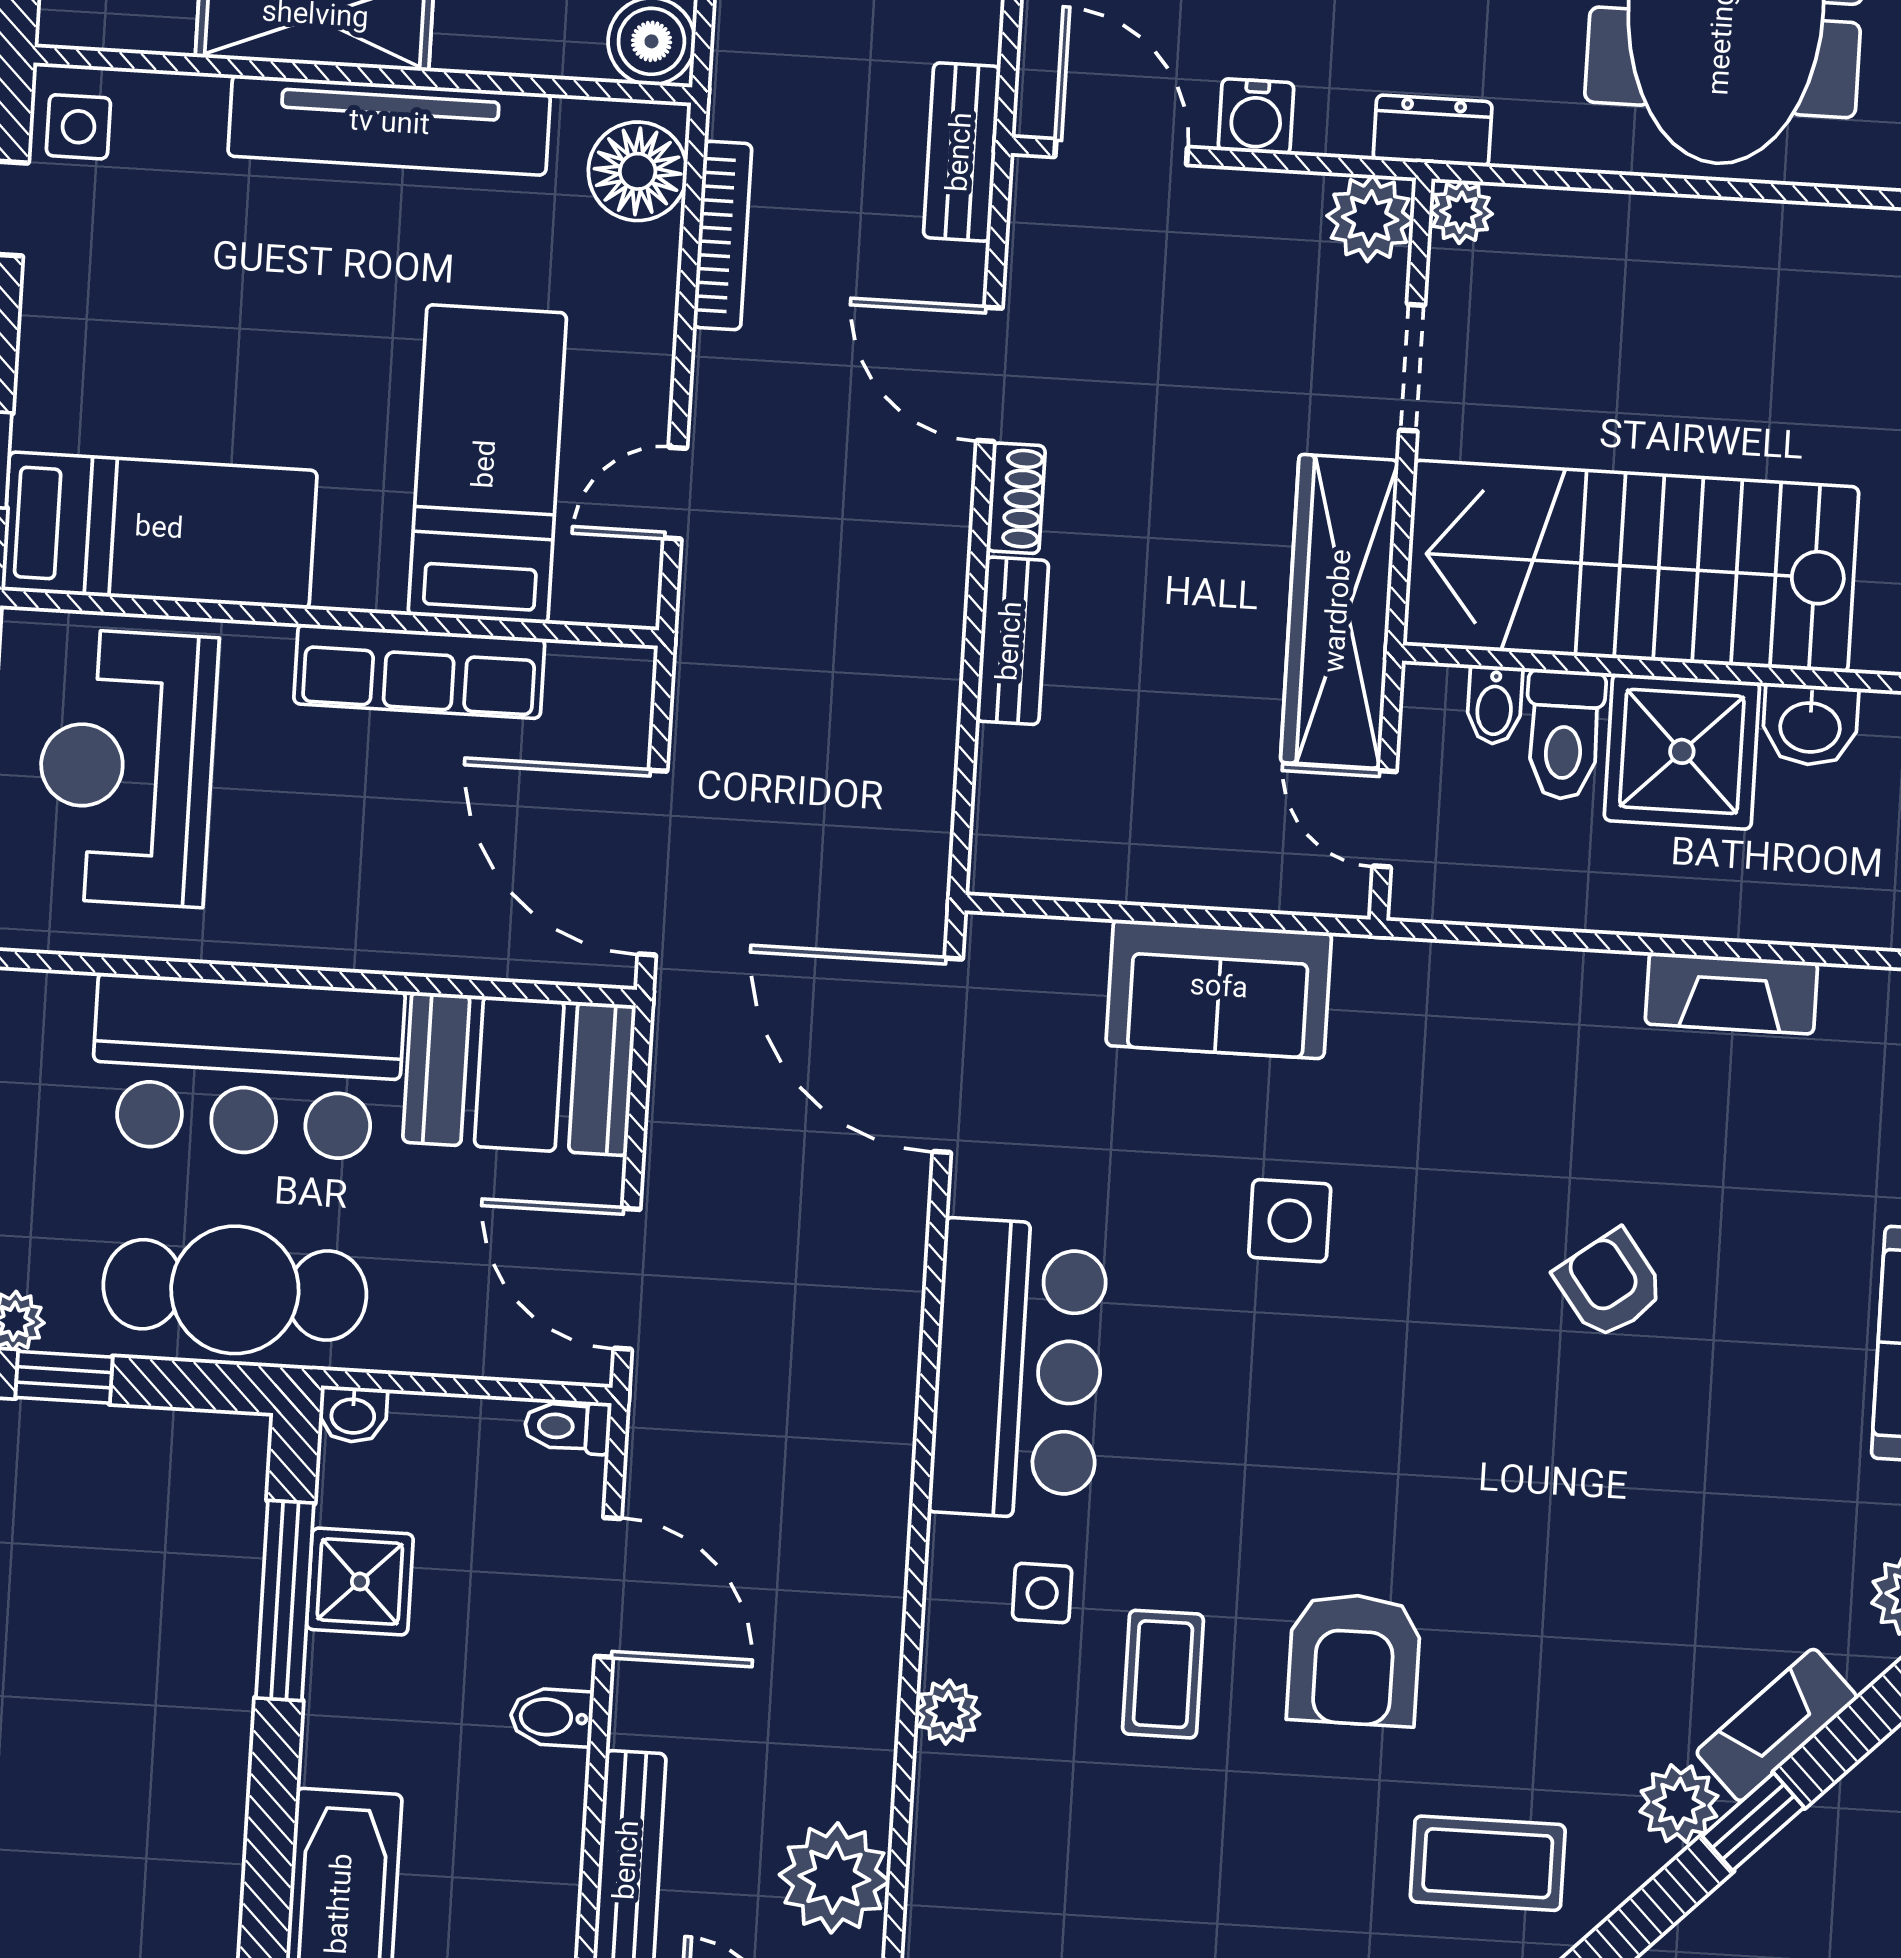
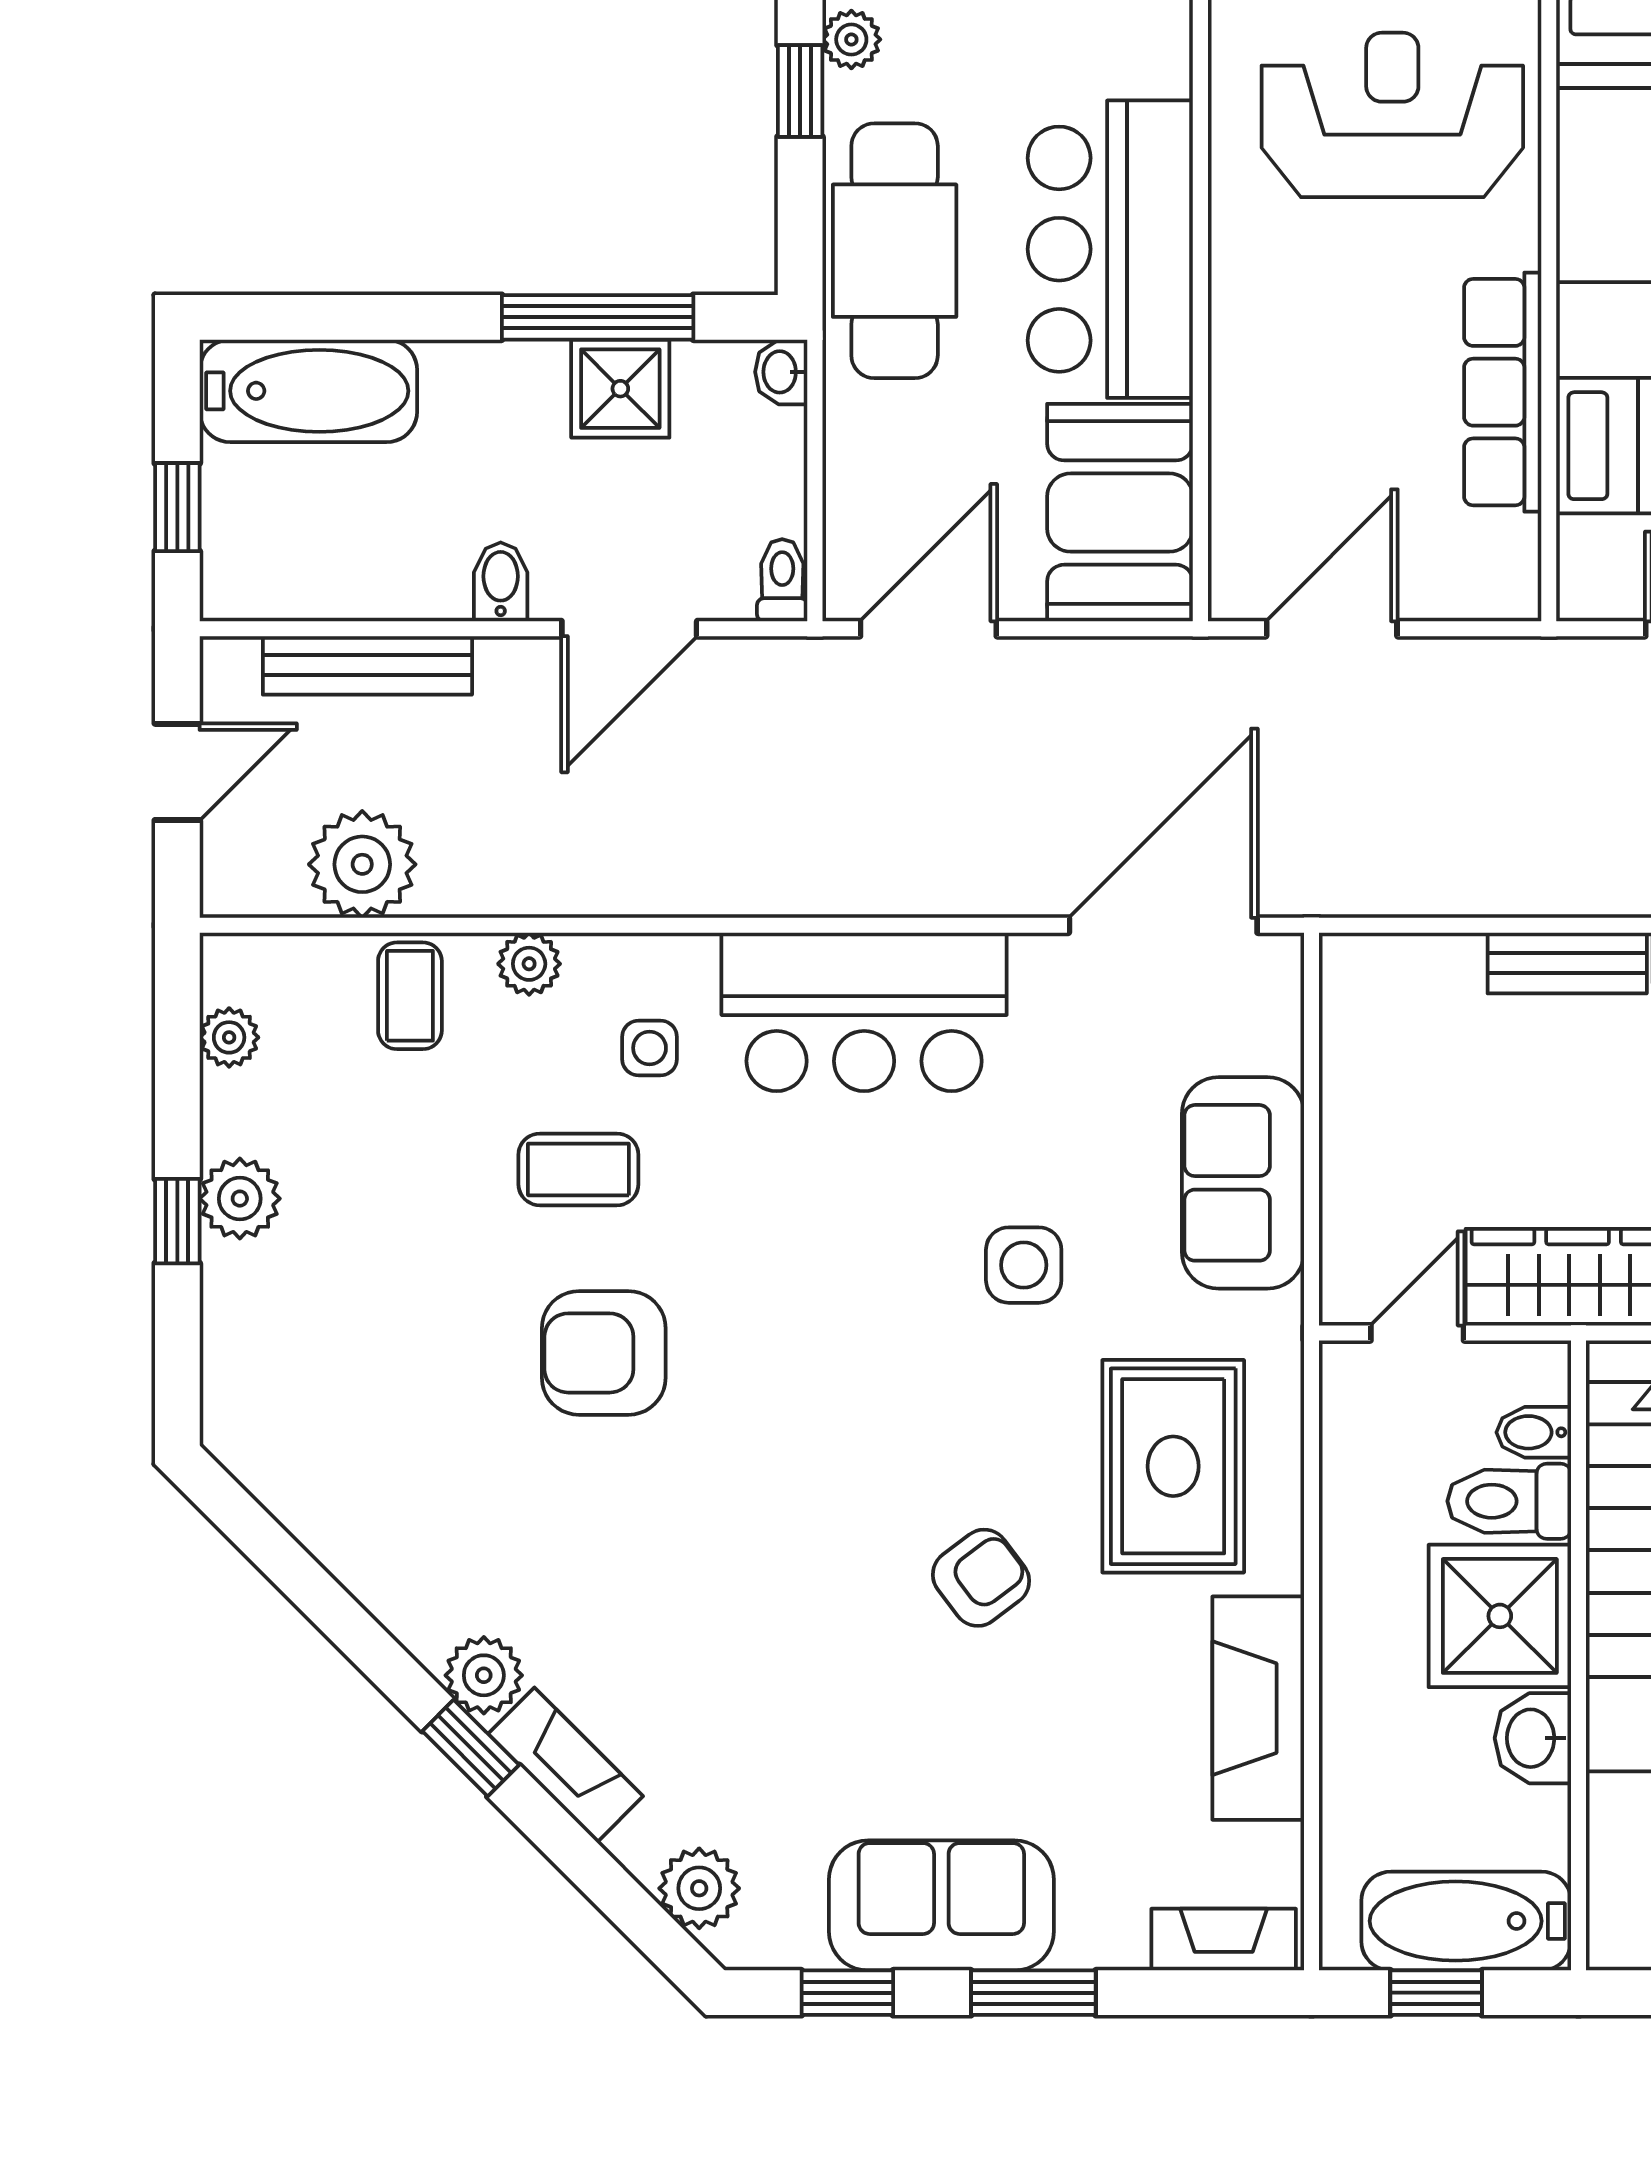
door: (652, 863) -> (1332, 629), width x0.73
fireplace: (1731, 993) -> (1258, 1708), width x1.37, depth x1.32
rug: (1507, 1079) -> (1173, 1466), added
coffee table: (1488, 1863) -> (410, 996), moved, width x0.73, depth x0.77

